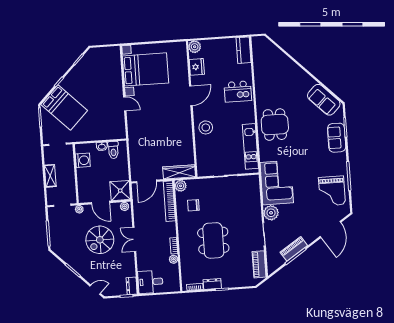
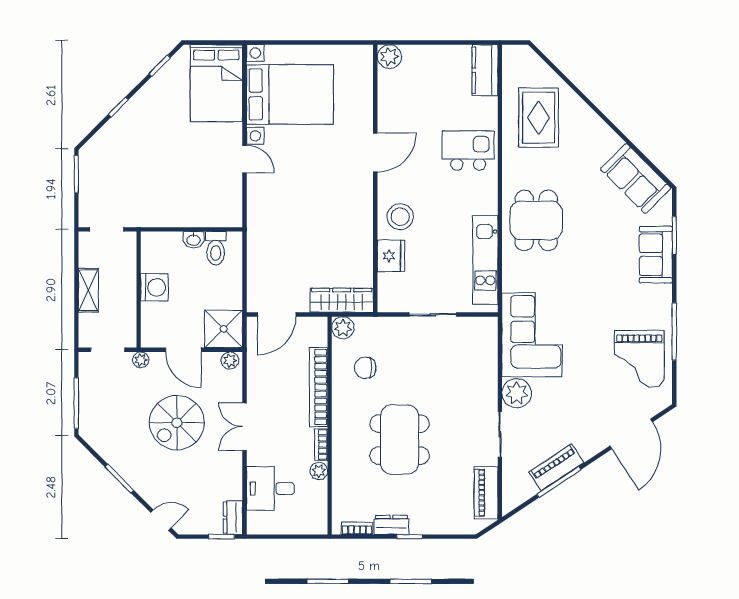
fridge: (197, 67) -> (391, 256), moved
rug: (272, 72) -> (539, 118), added
kitchen island: (238, 91) -> (468, 150), turned 180
bed: (64, 107) -> (216, 83), moved, turned 45
washing machine: (83, 160) -> (154, 287), moved
bookcase: (169, 201) -> (319, 387), moved
desk: (150, 282) -> (270, 488), moved

